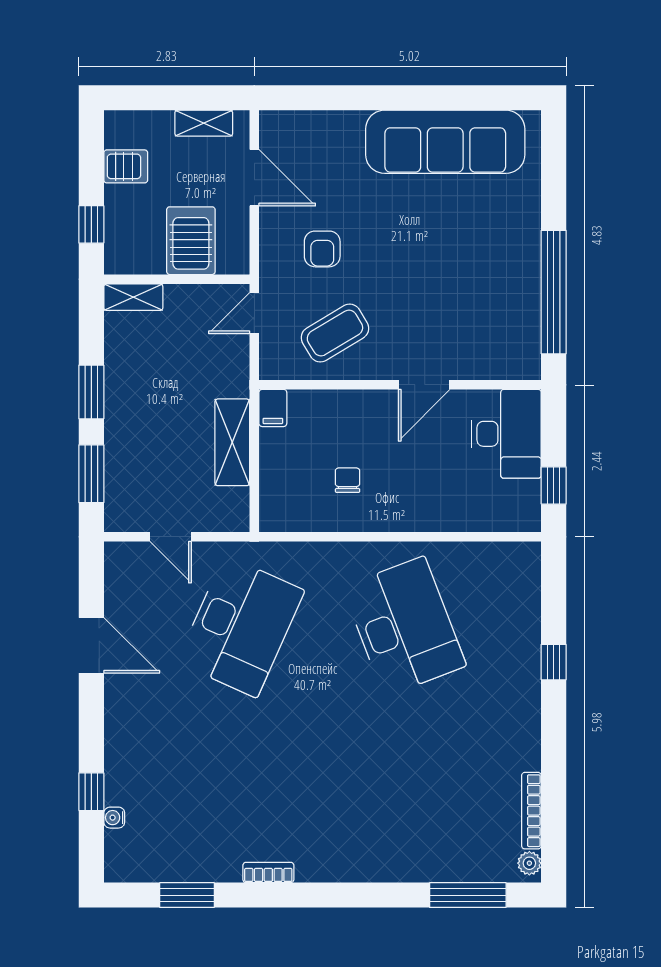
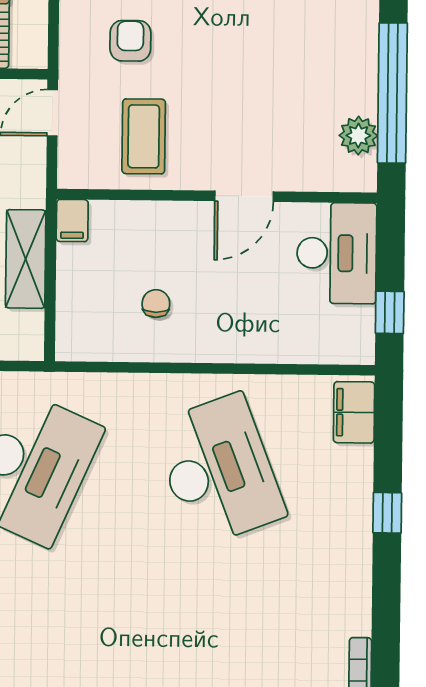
armchair: (322, 249) -> (130, 41), turned 180
plant: (524, 330) -> (358, 136), added
coffee table: (335, 333) -> (144, 136), turned -59
filing cabinet: (523, 574) -> (354, 412), added

